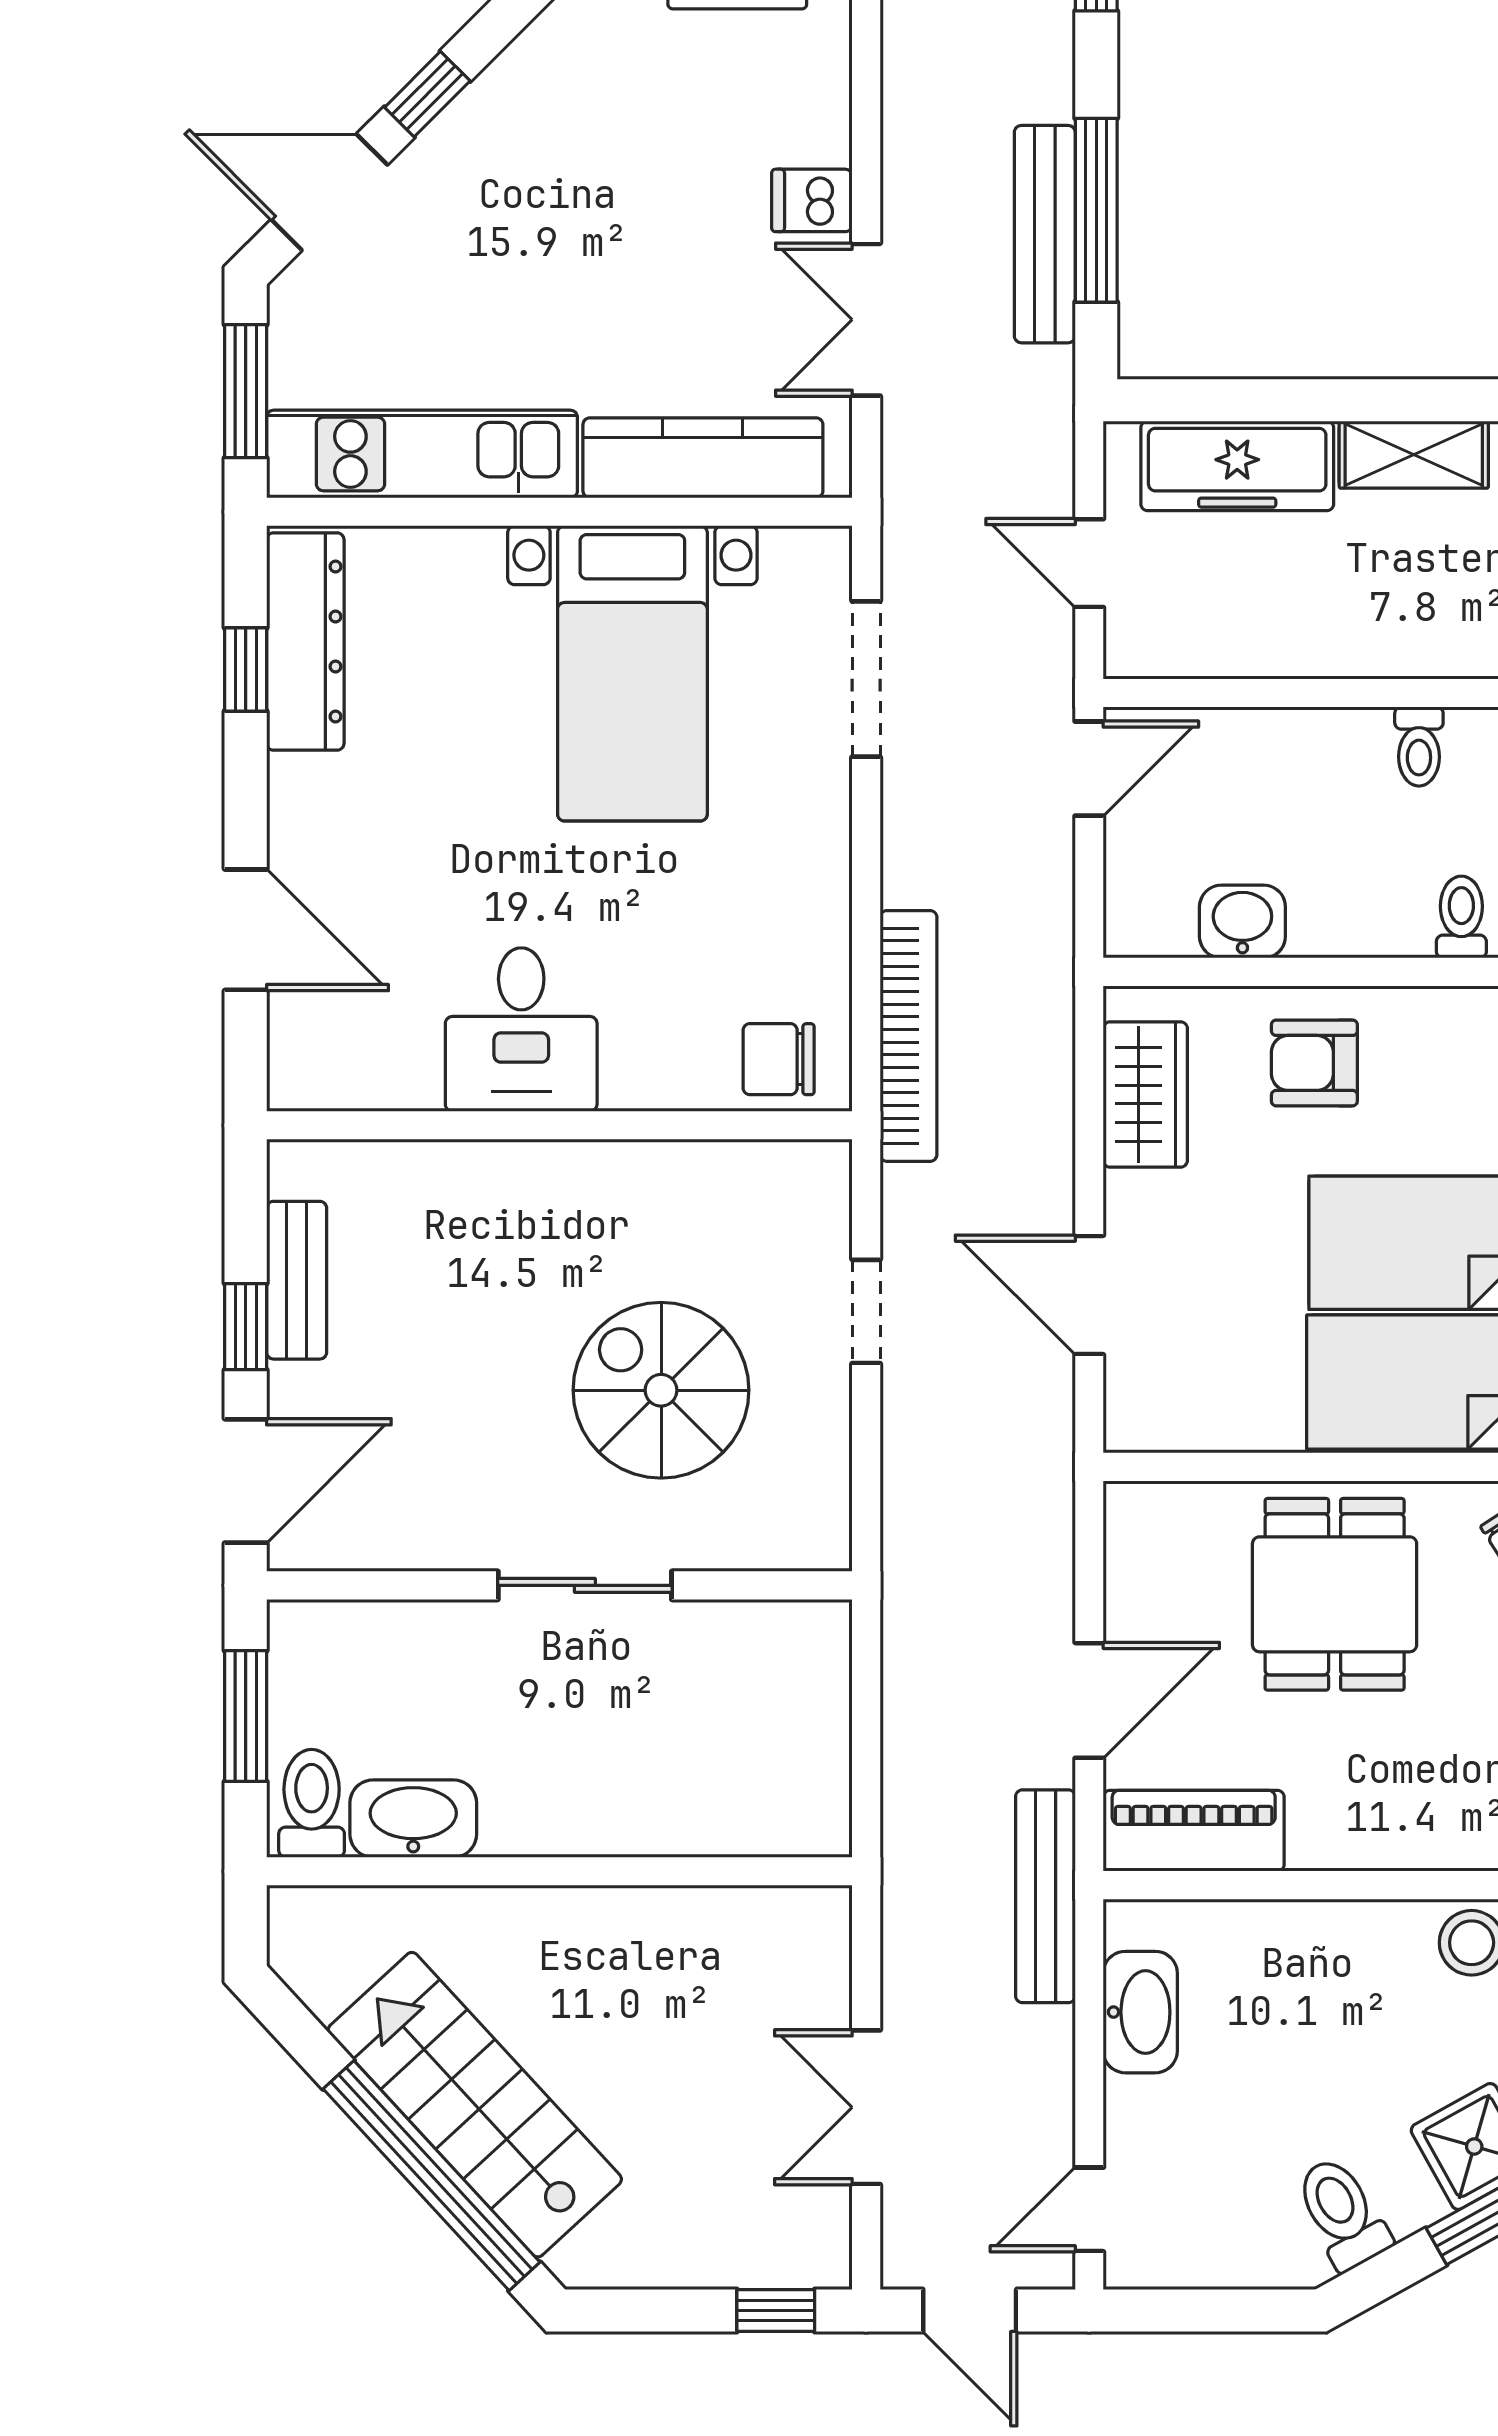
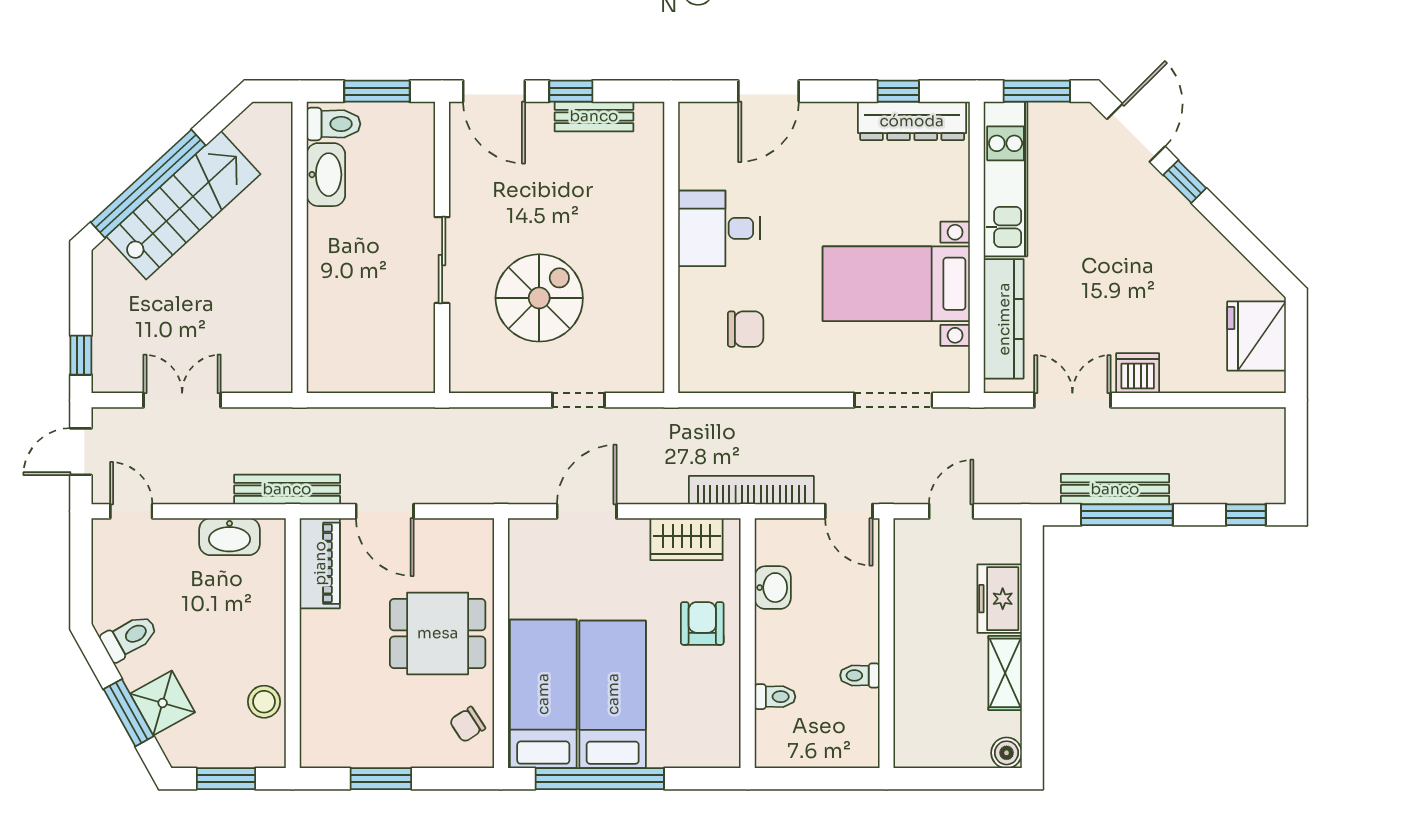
dishwasher: (812, 200) -> (1138, 373), width x1.38
freezer: (1237, 466) -> (1000, 599), width x0.71
bookcase: (909, 1036) -> (751, 490), moved, turned 180
chair: (779, 1059) -> (746, 329), moved, turned 90

